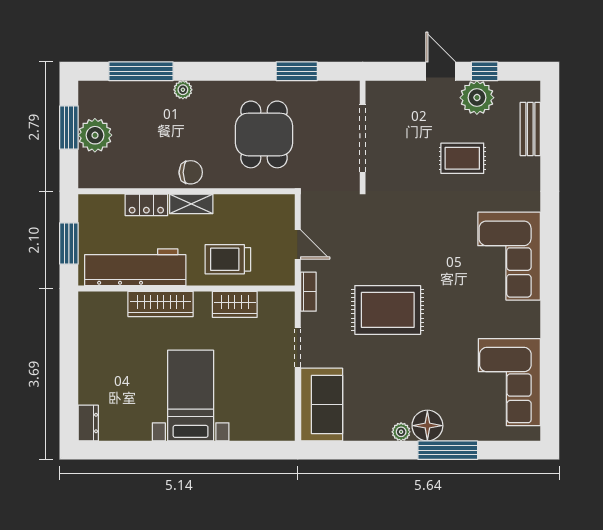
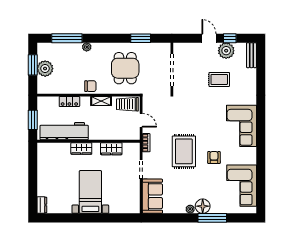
bench: (530, 129) -> (251, 55), moved
shelving: (191, 204) -> (101, 101), moved
trolley: (228, 259) -> (127, 104), moved
wardrobe: (161, 304) -> (81, 148), width x0.67
rug: (388, 310) -> (184, 151), turned 90
armchair: (451, 323) -> (214, 157), added

